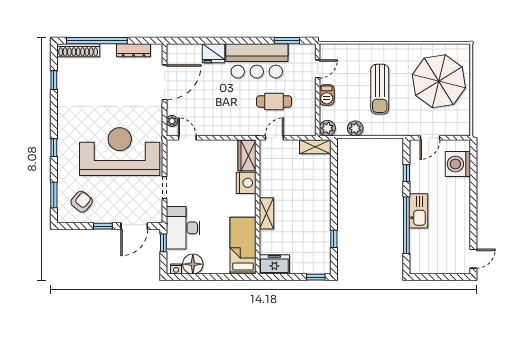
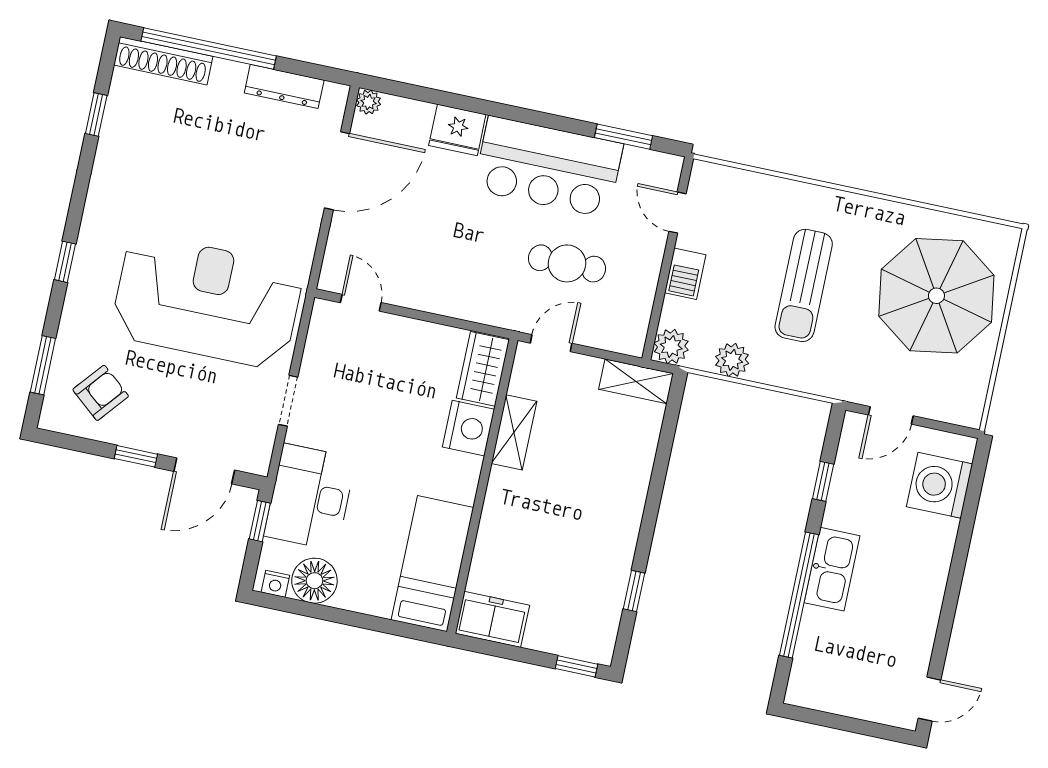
door: (318, 69) -> (677, 213), swing flipped
plant: (172, 121) -> (369, 102), moved
shelving: (266, 213) -> (514, 432), moved

